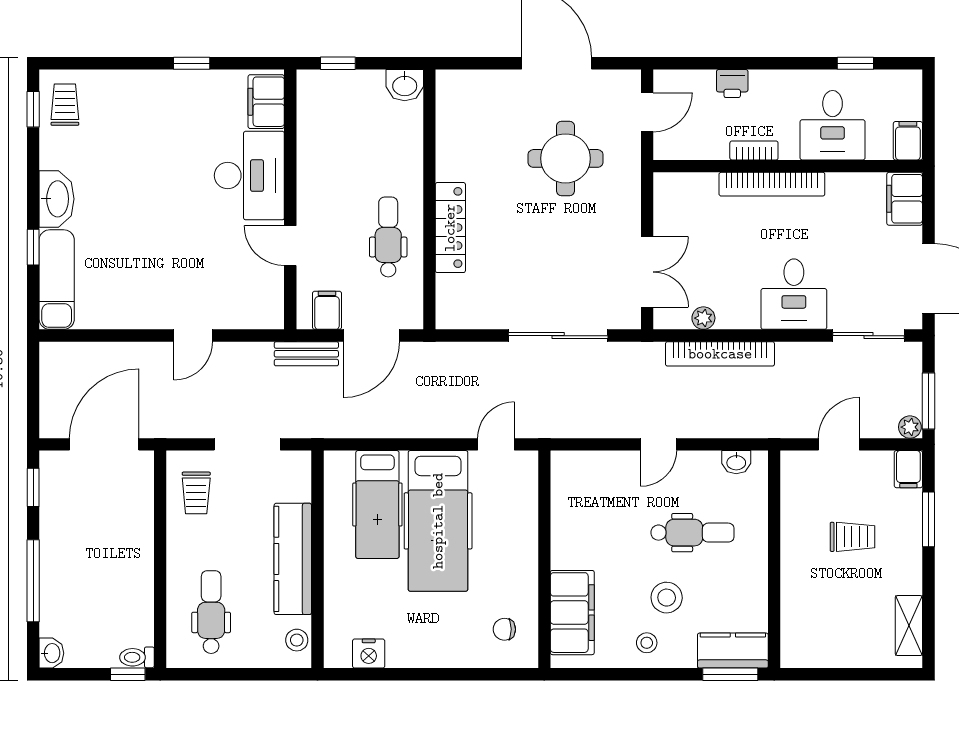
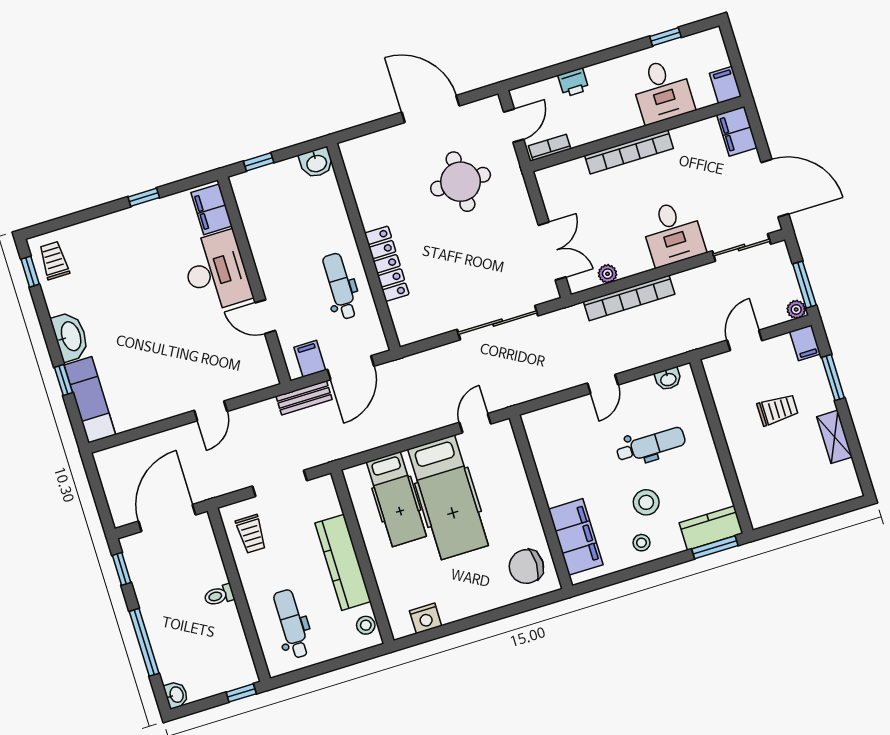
bookcase: (754, 150) -> (550, 147), moved
shelving: (909, 626) -> (835, 437), moved
chair: (504, 629) -> (526, 566), width x1.87, depth x1.87
toilet: (137, 657) -> (219, 595), moved

